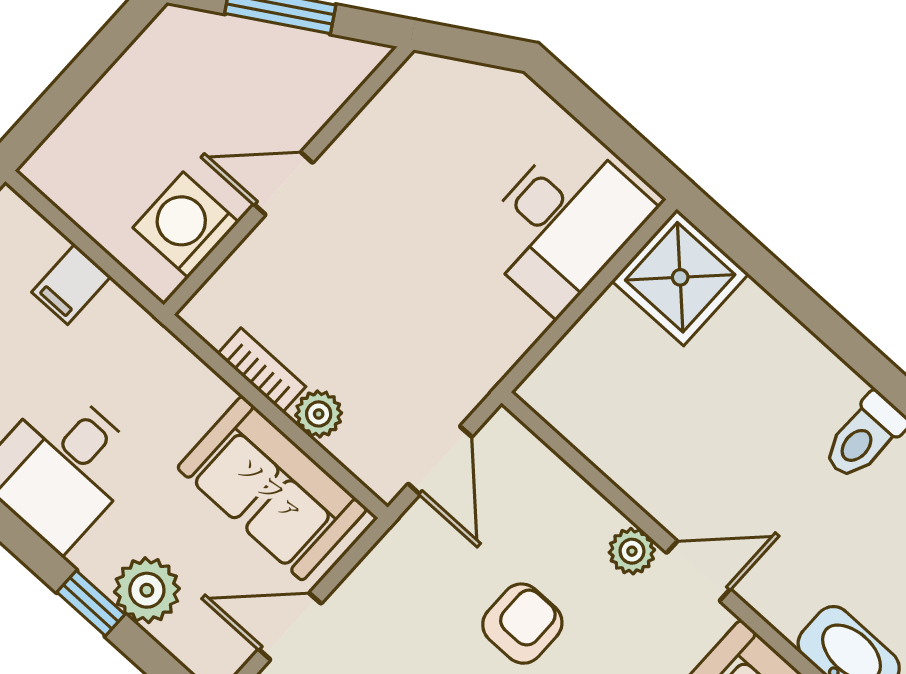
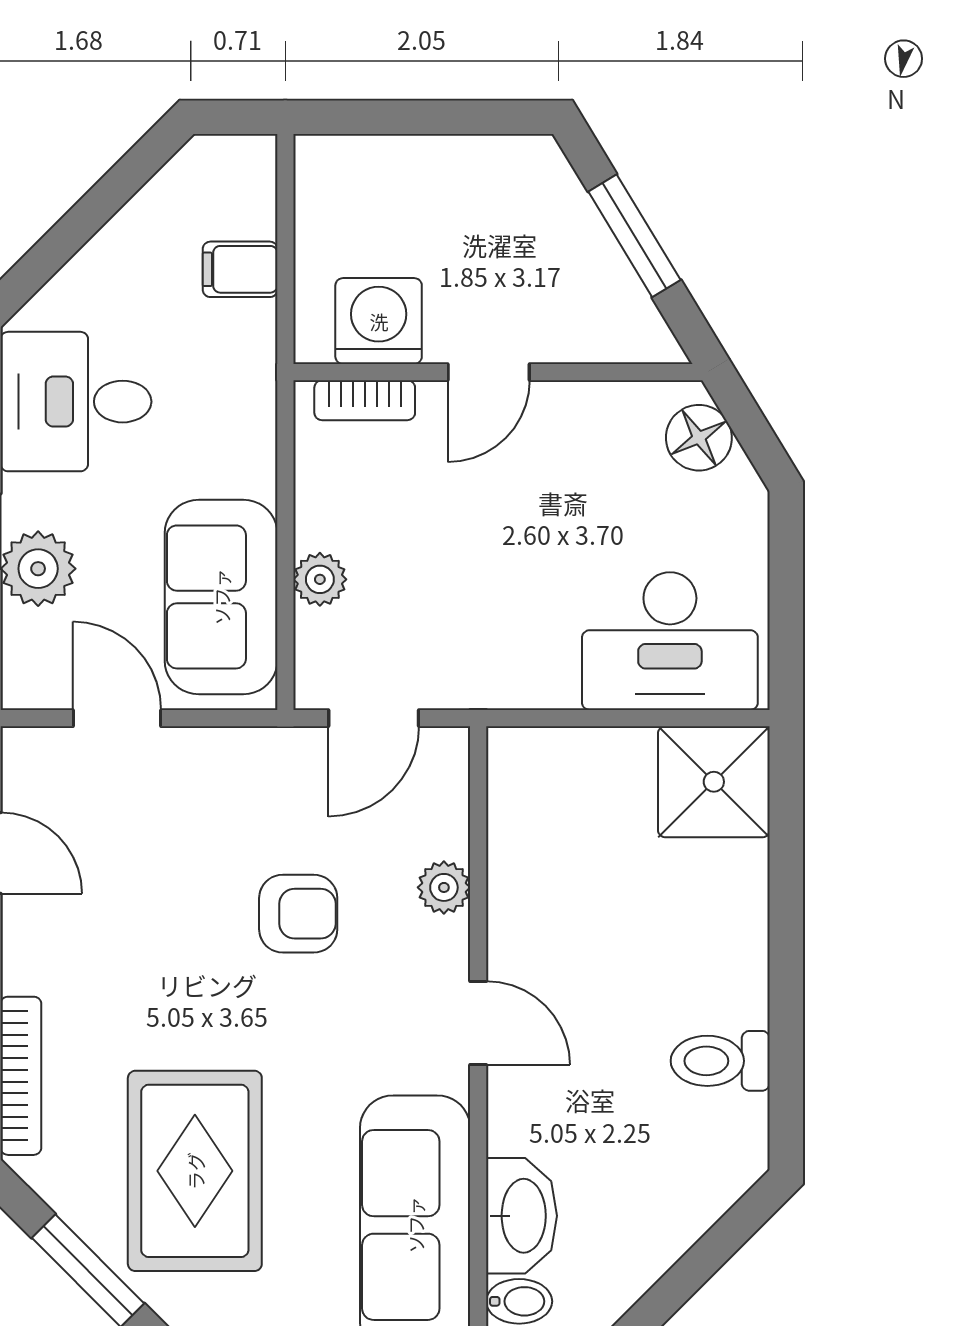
floor lamp: (449, 86) -> (699, 438), added
door: (283, 183) -> (489, 372), swing flipped
bookcase: (262, 370) -> (365, 400), moved, turned 90
plant: (632, 551) -> (444, 887), moved

